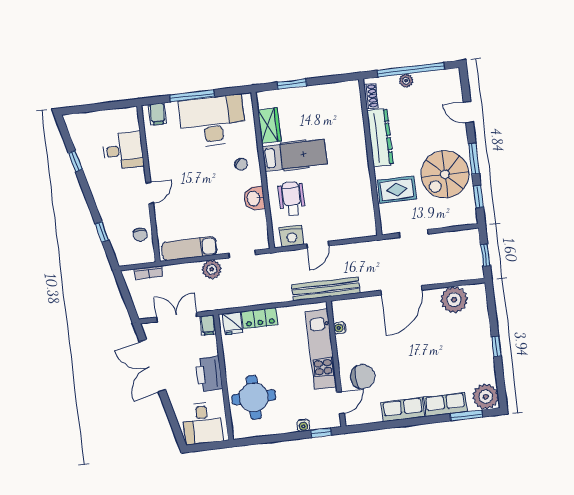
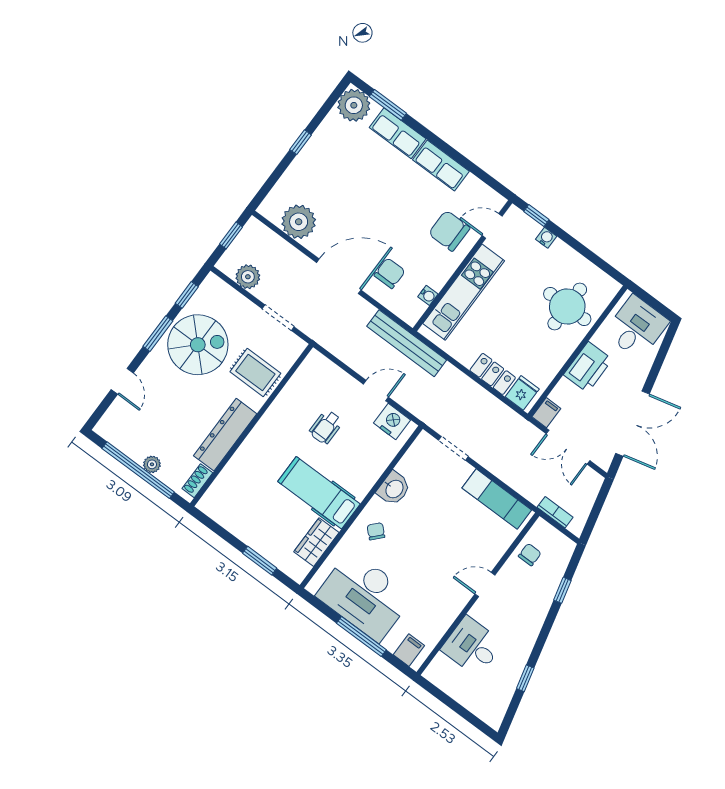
wheelchair: (292, 199) -> (326, 427), moved, width x0.73, depth x0.73
plant: (212, 269) -> (248, 277), moved
chair: (374, 320) -> (390, 273), added

